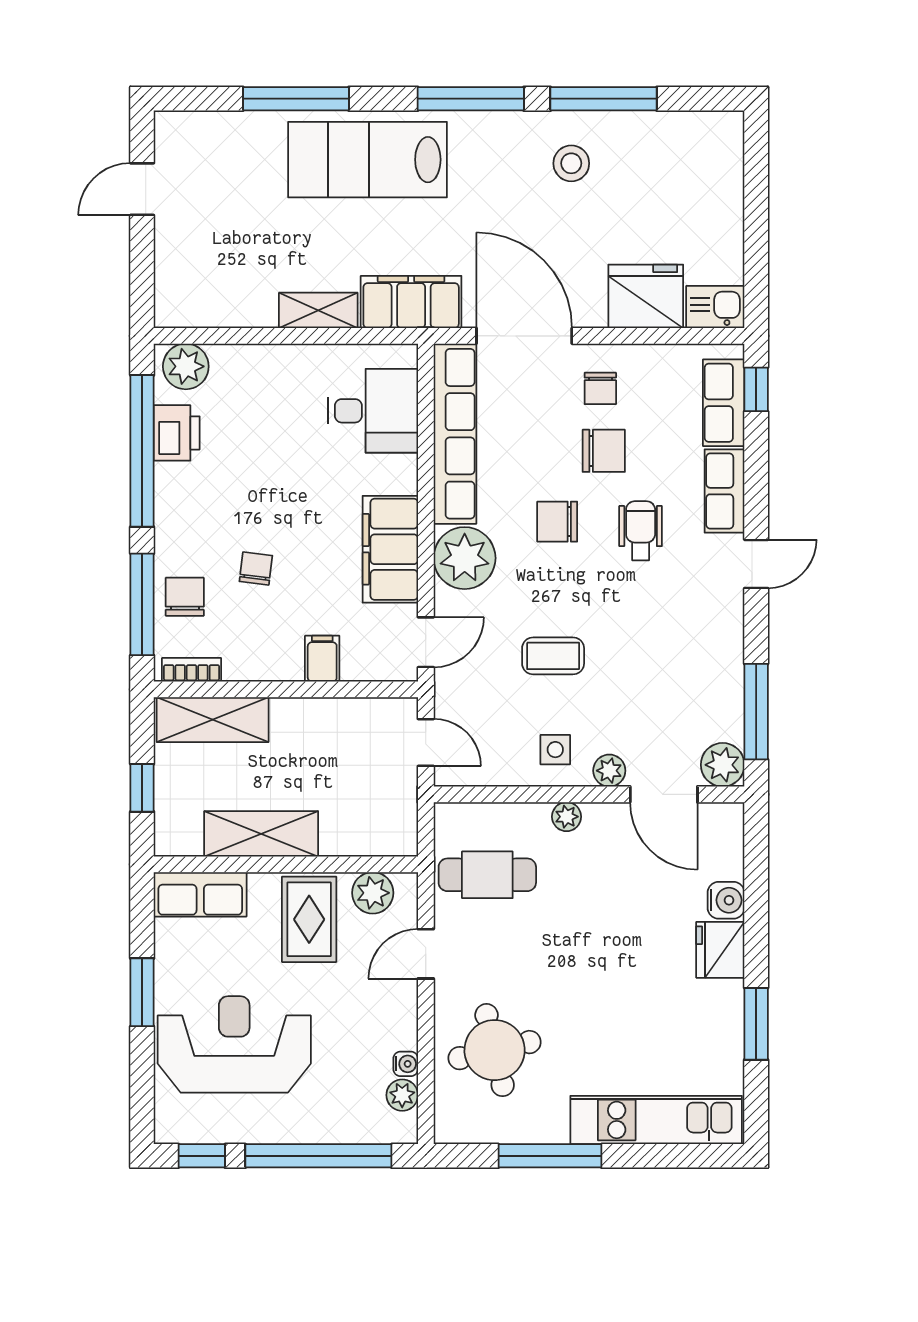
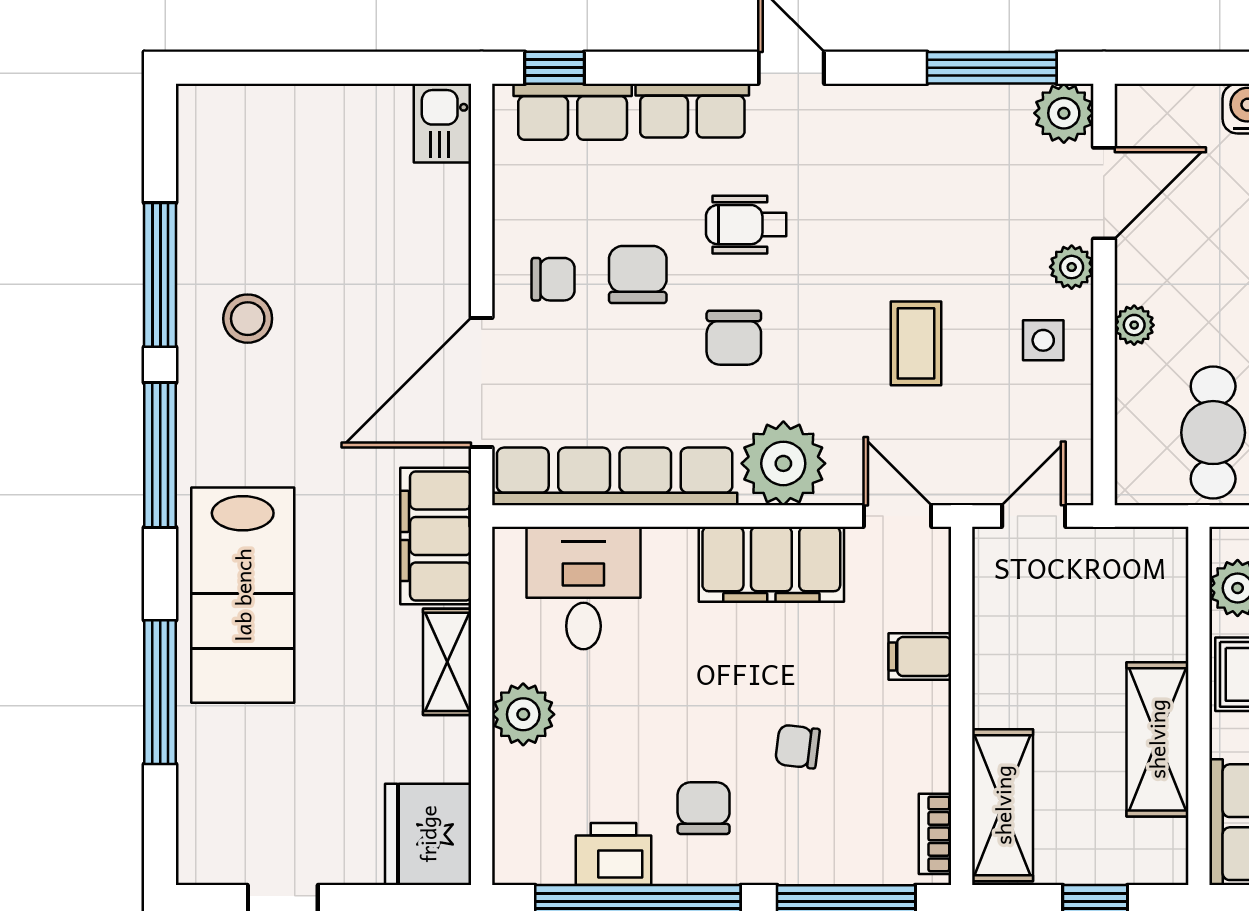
fridge: (646, 296) -> (428, 834), moved
plant: (186, 366) -> (523, 714), moved
chair: (185, 597) -> (704, 808), moved, turned 90

